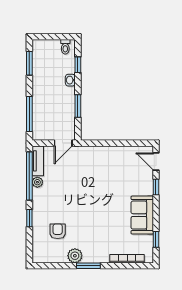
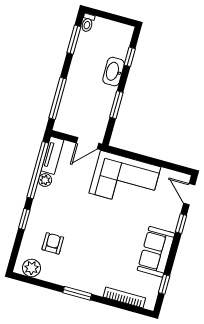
toilet: (65, 47) -> (88, 23), moved
washbasin: (70, 80) -> (114, 72), width x1.91, depth x1.45
corner sofa: (101, 164) -> (125, 180), added
plant: (75, 256) -> (31, 268), moved

